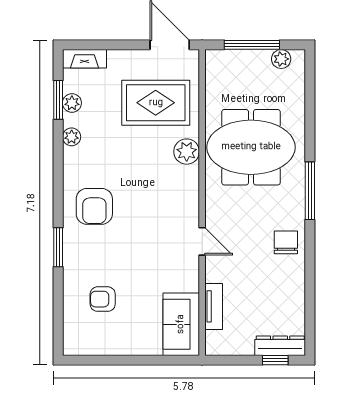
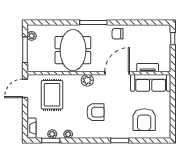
plant: (187, 152) -> (87, 80), moved
armchair: (94, 206) -> (95, 112), moved
door: (202, 241) -> (117, 73), width x1.87
armchair: (103, 299) -> (144, 120), width x1.88, depth x1.88
sofa: (181, 324) -> (151, 83), width x1.36
dresser: (280, 346) -> (166, 36), removed

